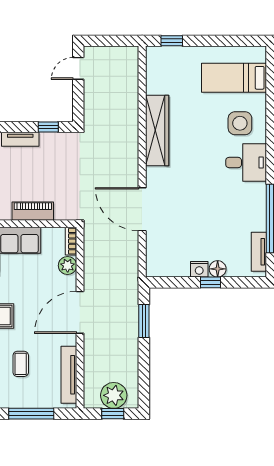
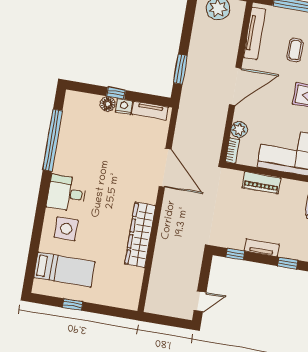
window: (172, 41) -> (73, 305), moved
tv unit: (259, 252) -> (150, 111), moved, turned 90

